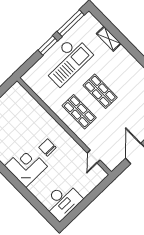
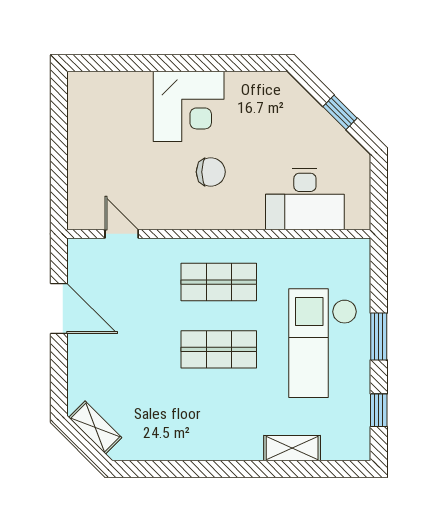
window: (71, 23) -> (379, 410), width x0.46
corner desk: (26, 166) -> (189, 106), moved
desk: (62, 201) -> (305, 199), moved, turned -90

